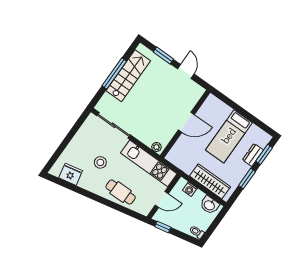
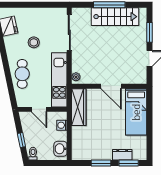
bed: (229, 136) -> (136, 112), moved, turned -90
wardrobe: (210, 181) -> (79, 107), moved
window: (163, 227) -> (21, 140), moved

